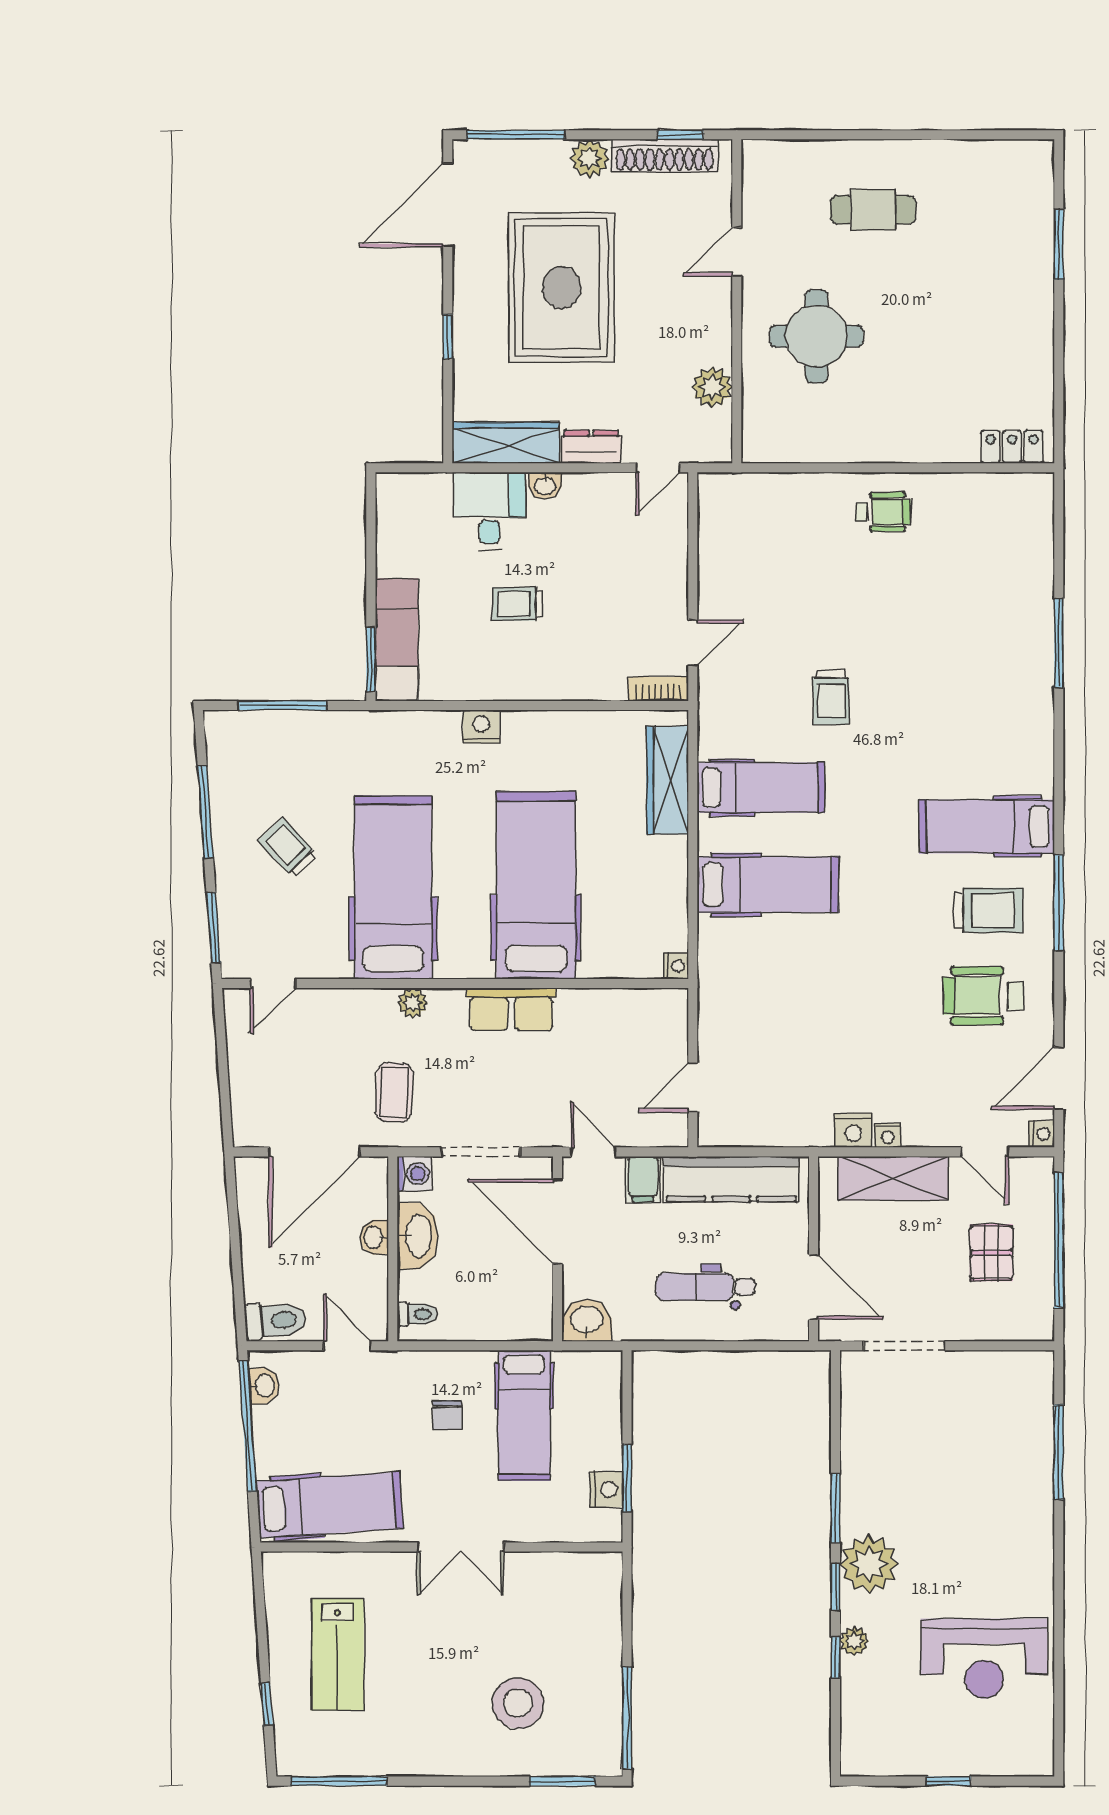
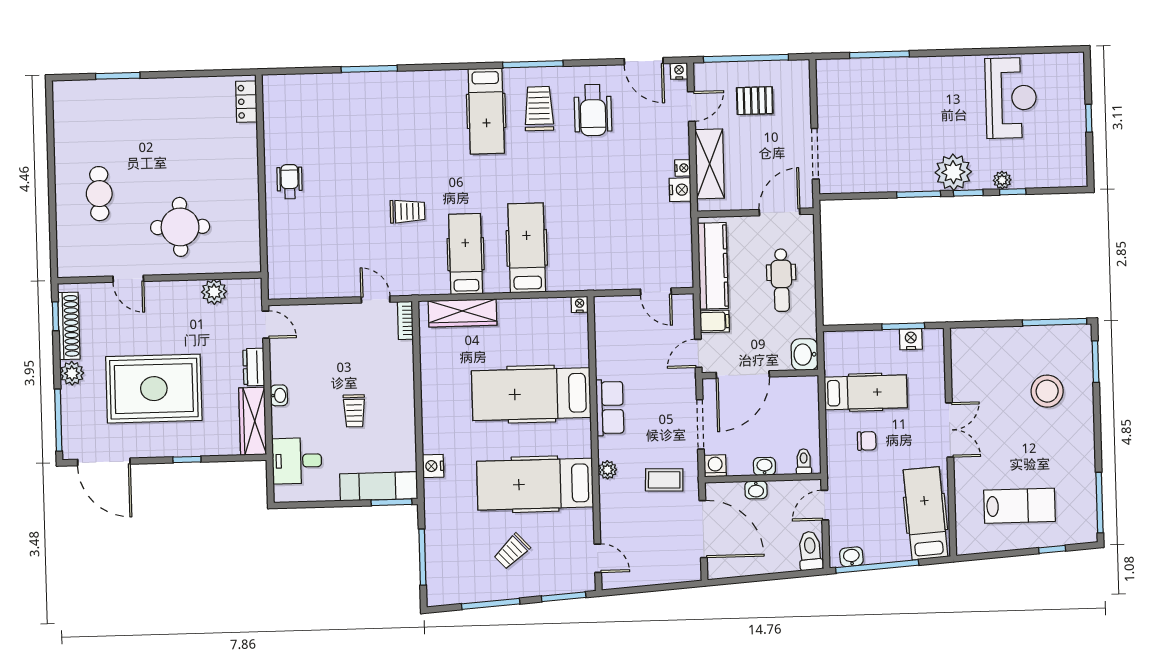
desk: (490, 511) -> (297, 461), moved
nightstand: (481, 727) -> (433, 466), moved
washbasin: (418, 1236) -> (764, 466), width x0.52, depth x0.69

